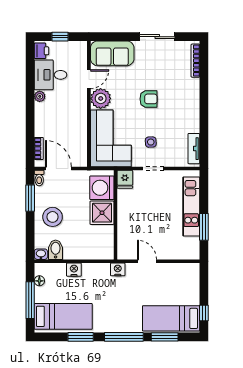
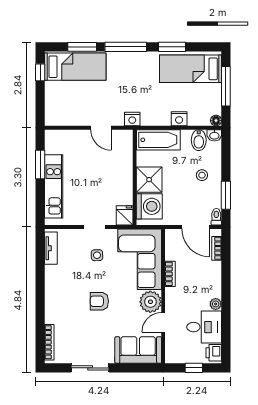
bookcase: (82, 125) -> (170, 274), added
stool: (53, 217) -> (202, 175), width x0.53, depth x0.53
bathtub: (93, 250) -> (158, 140), added
floor lamp: (39, 281) -> (216, 121), moved

